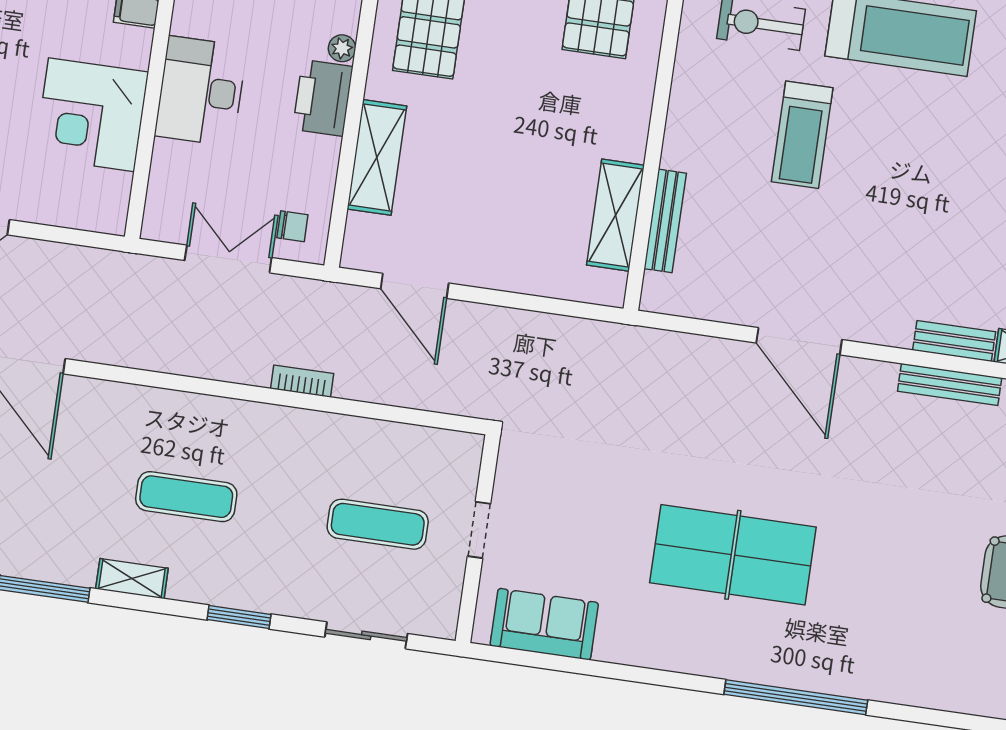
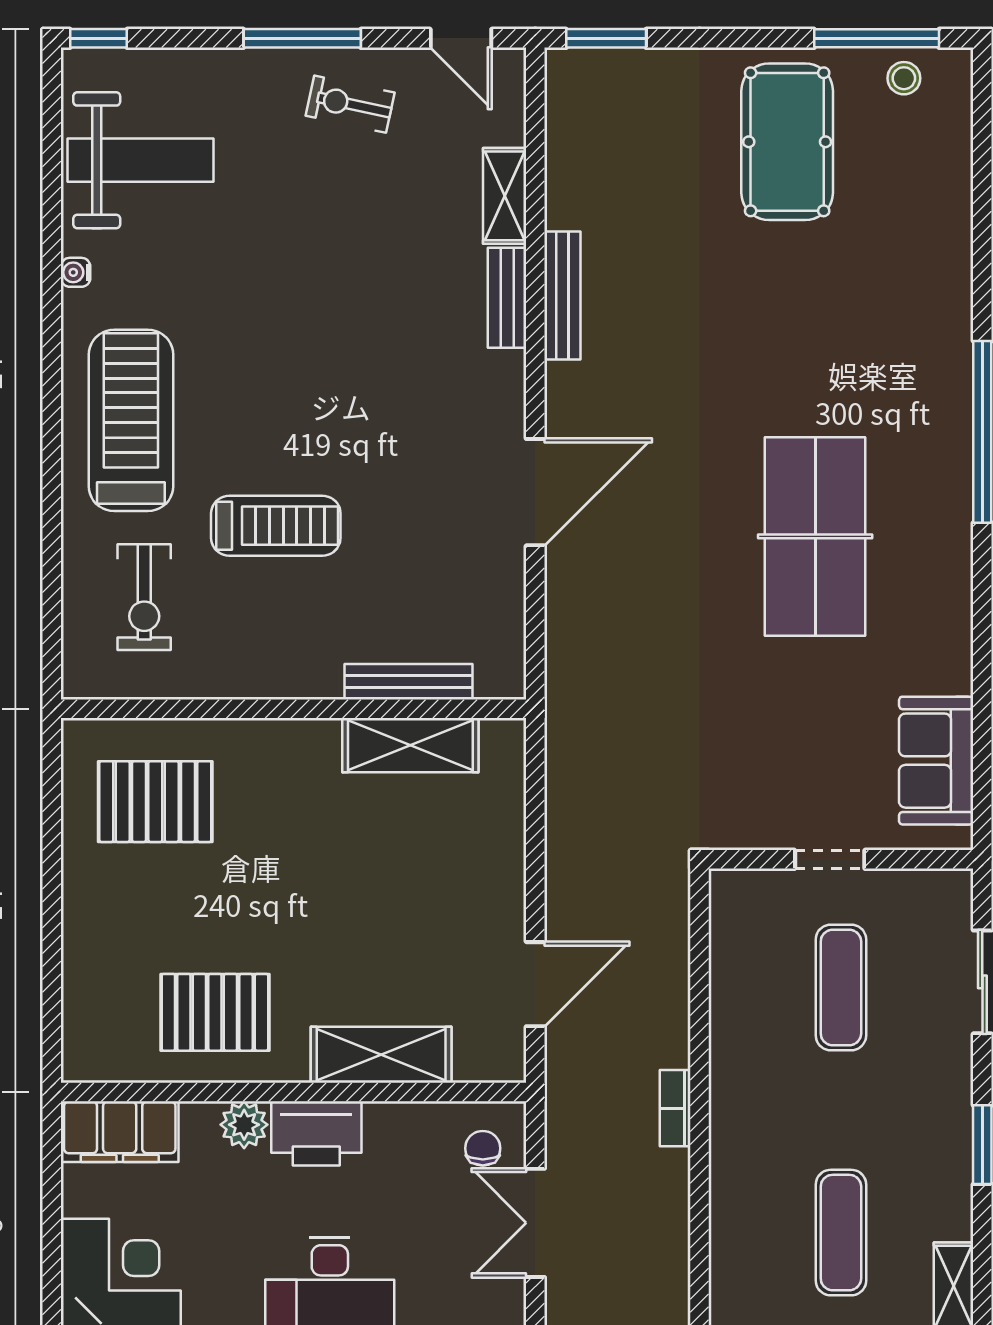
plant: (342, 48) -> (244, 1125), width x1.38, depth x1.38

